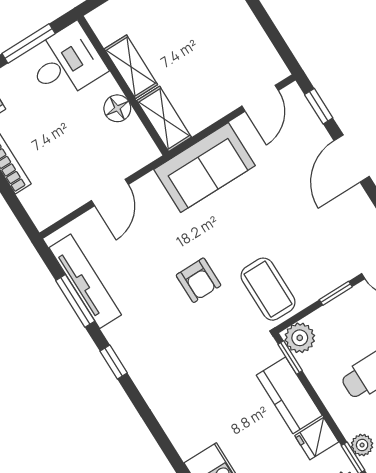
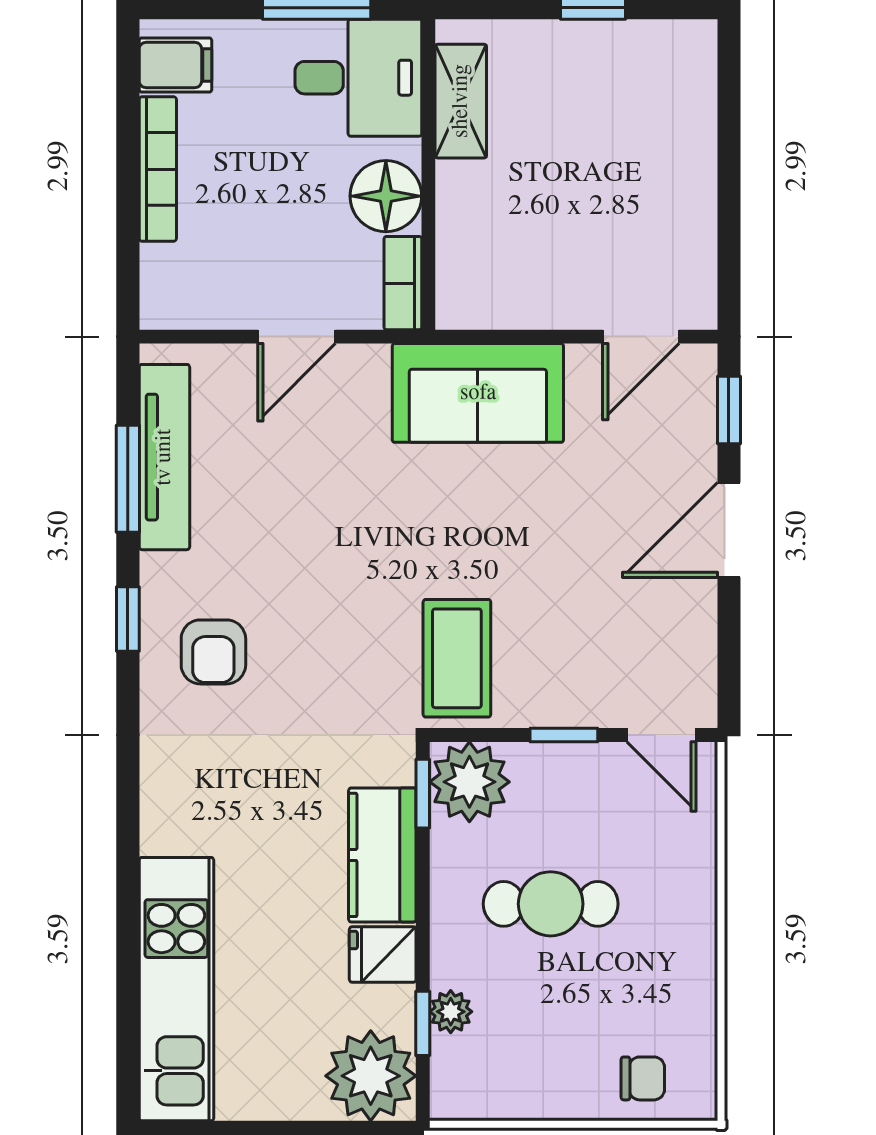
shelving: (131, 67) -> (461, 101), moved
floor lamp: (117, 108) -> (386, 196), width x1.38, depth x1.38
shelving: (164, 119) -> (461, 271), removed
bookcase: (142, 140) -> (403, 283), added
armchair: (199, 280) -> (213, 652), moved
plant: (300, 338) -> (469, 782), width x1.36, depth x1.36

